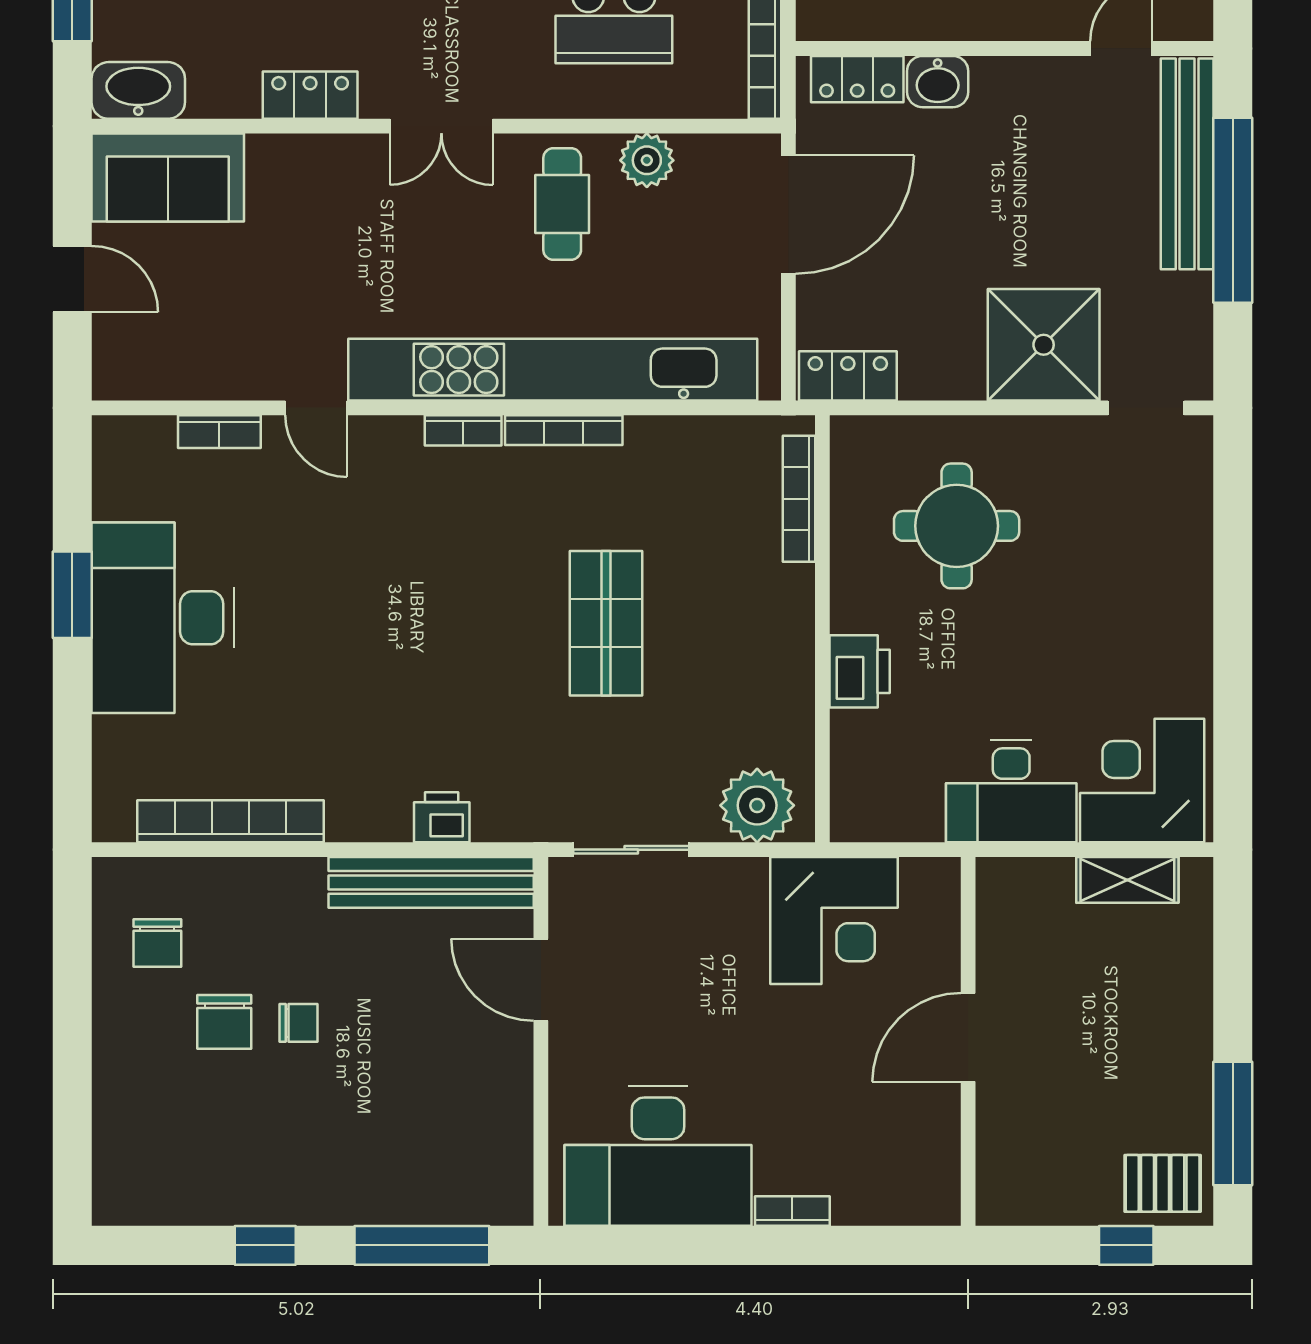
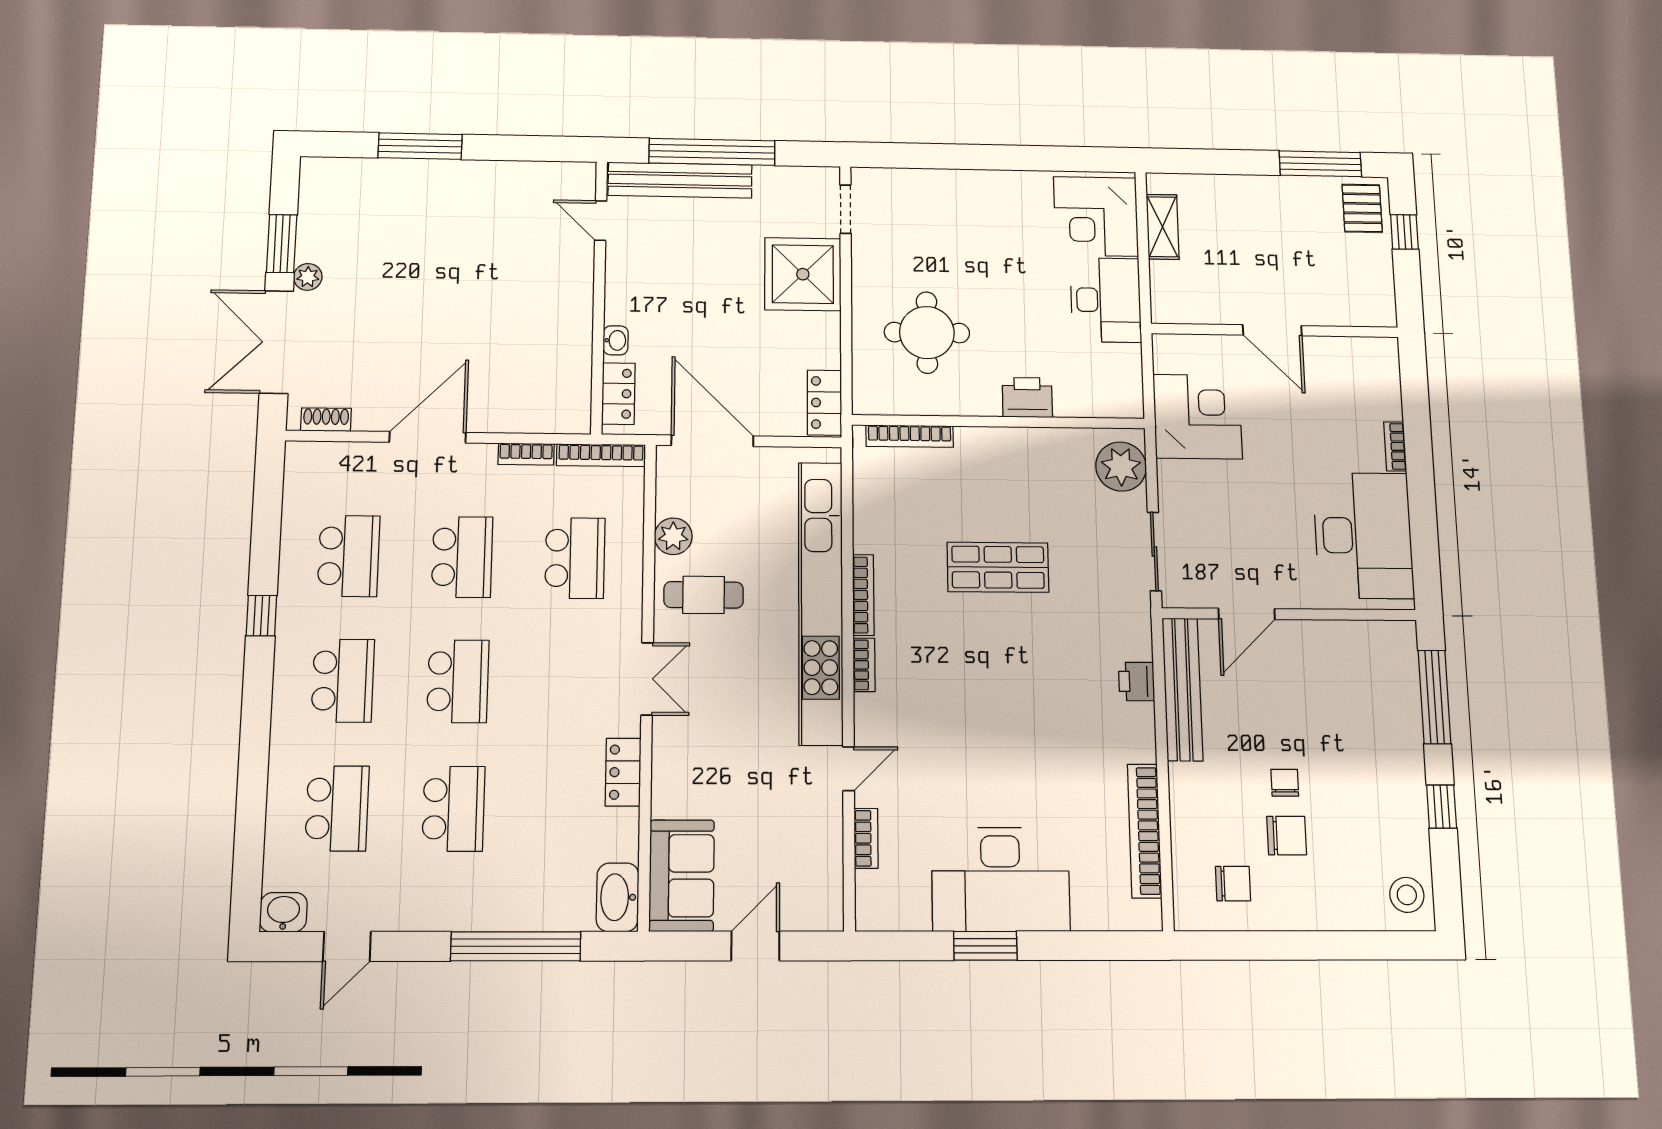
washbasin: (938, 82) -> (616, 340), width x0.72, depth x0.69
stool: (142, 1188) -> (1407, 895), added

